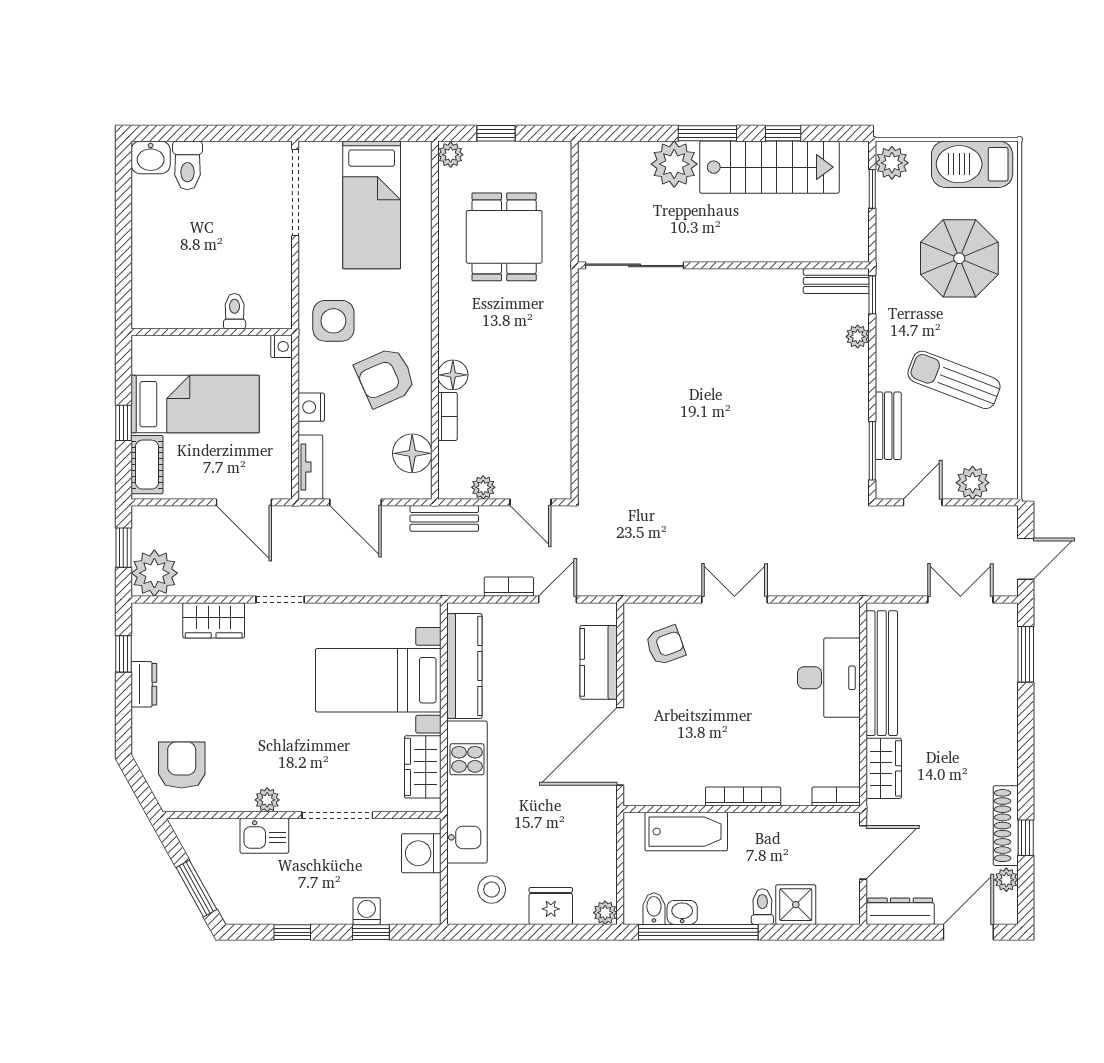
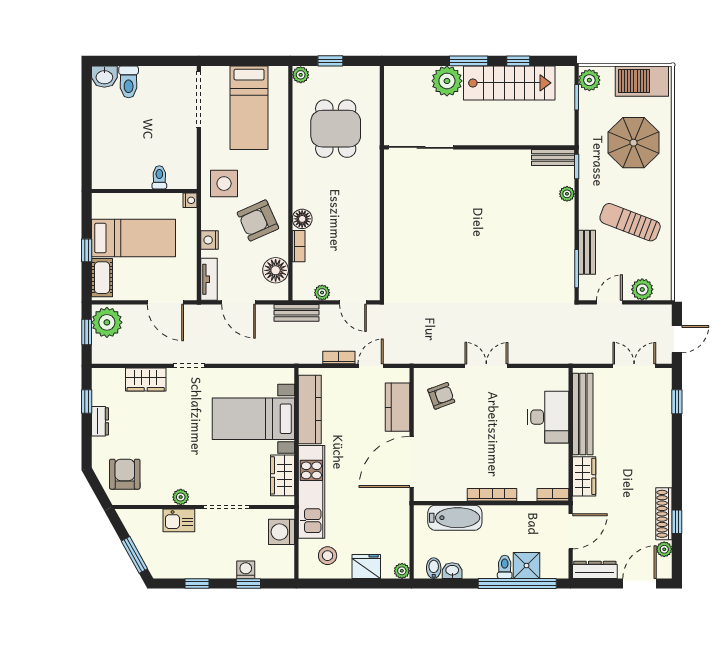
plant: (154, 573) -> (107, 322), moved
window: (1026, 654) -> (677, 402), width x0.67
window: (698, 932) -> (517, 584), moved

